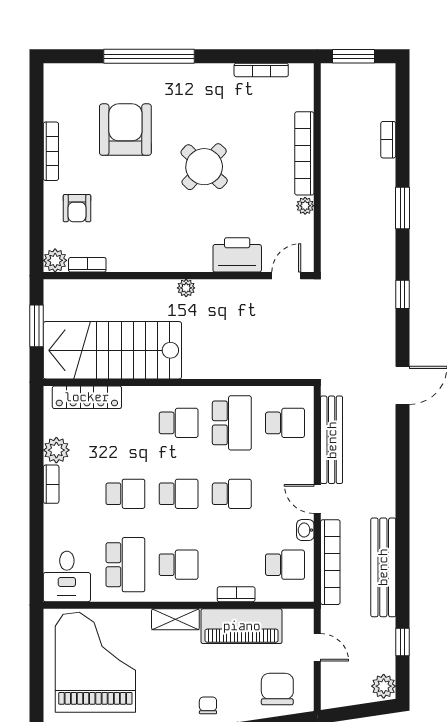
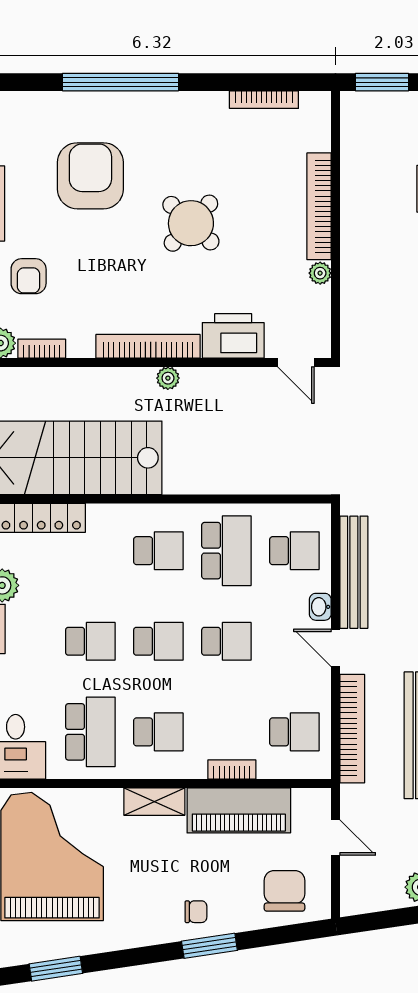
bookcase: (170, 263) -> (148, 346), added
door: (286, 276) -> (296, 362), swing flipped
washbasin: (305, 530) -> (320, 607), moved
chair: (208, 705) -> (196, 912), turned 90

